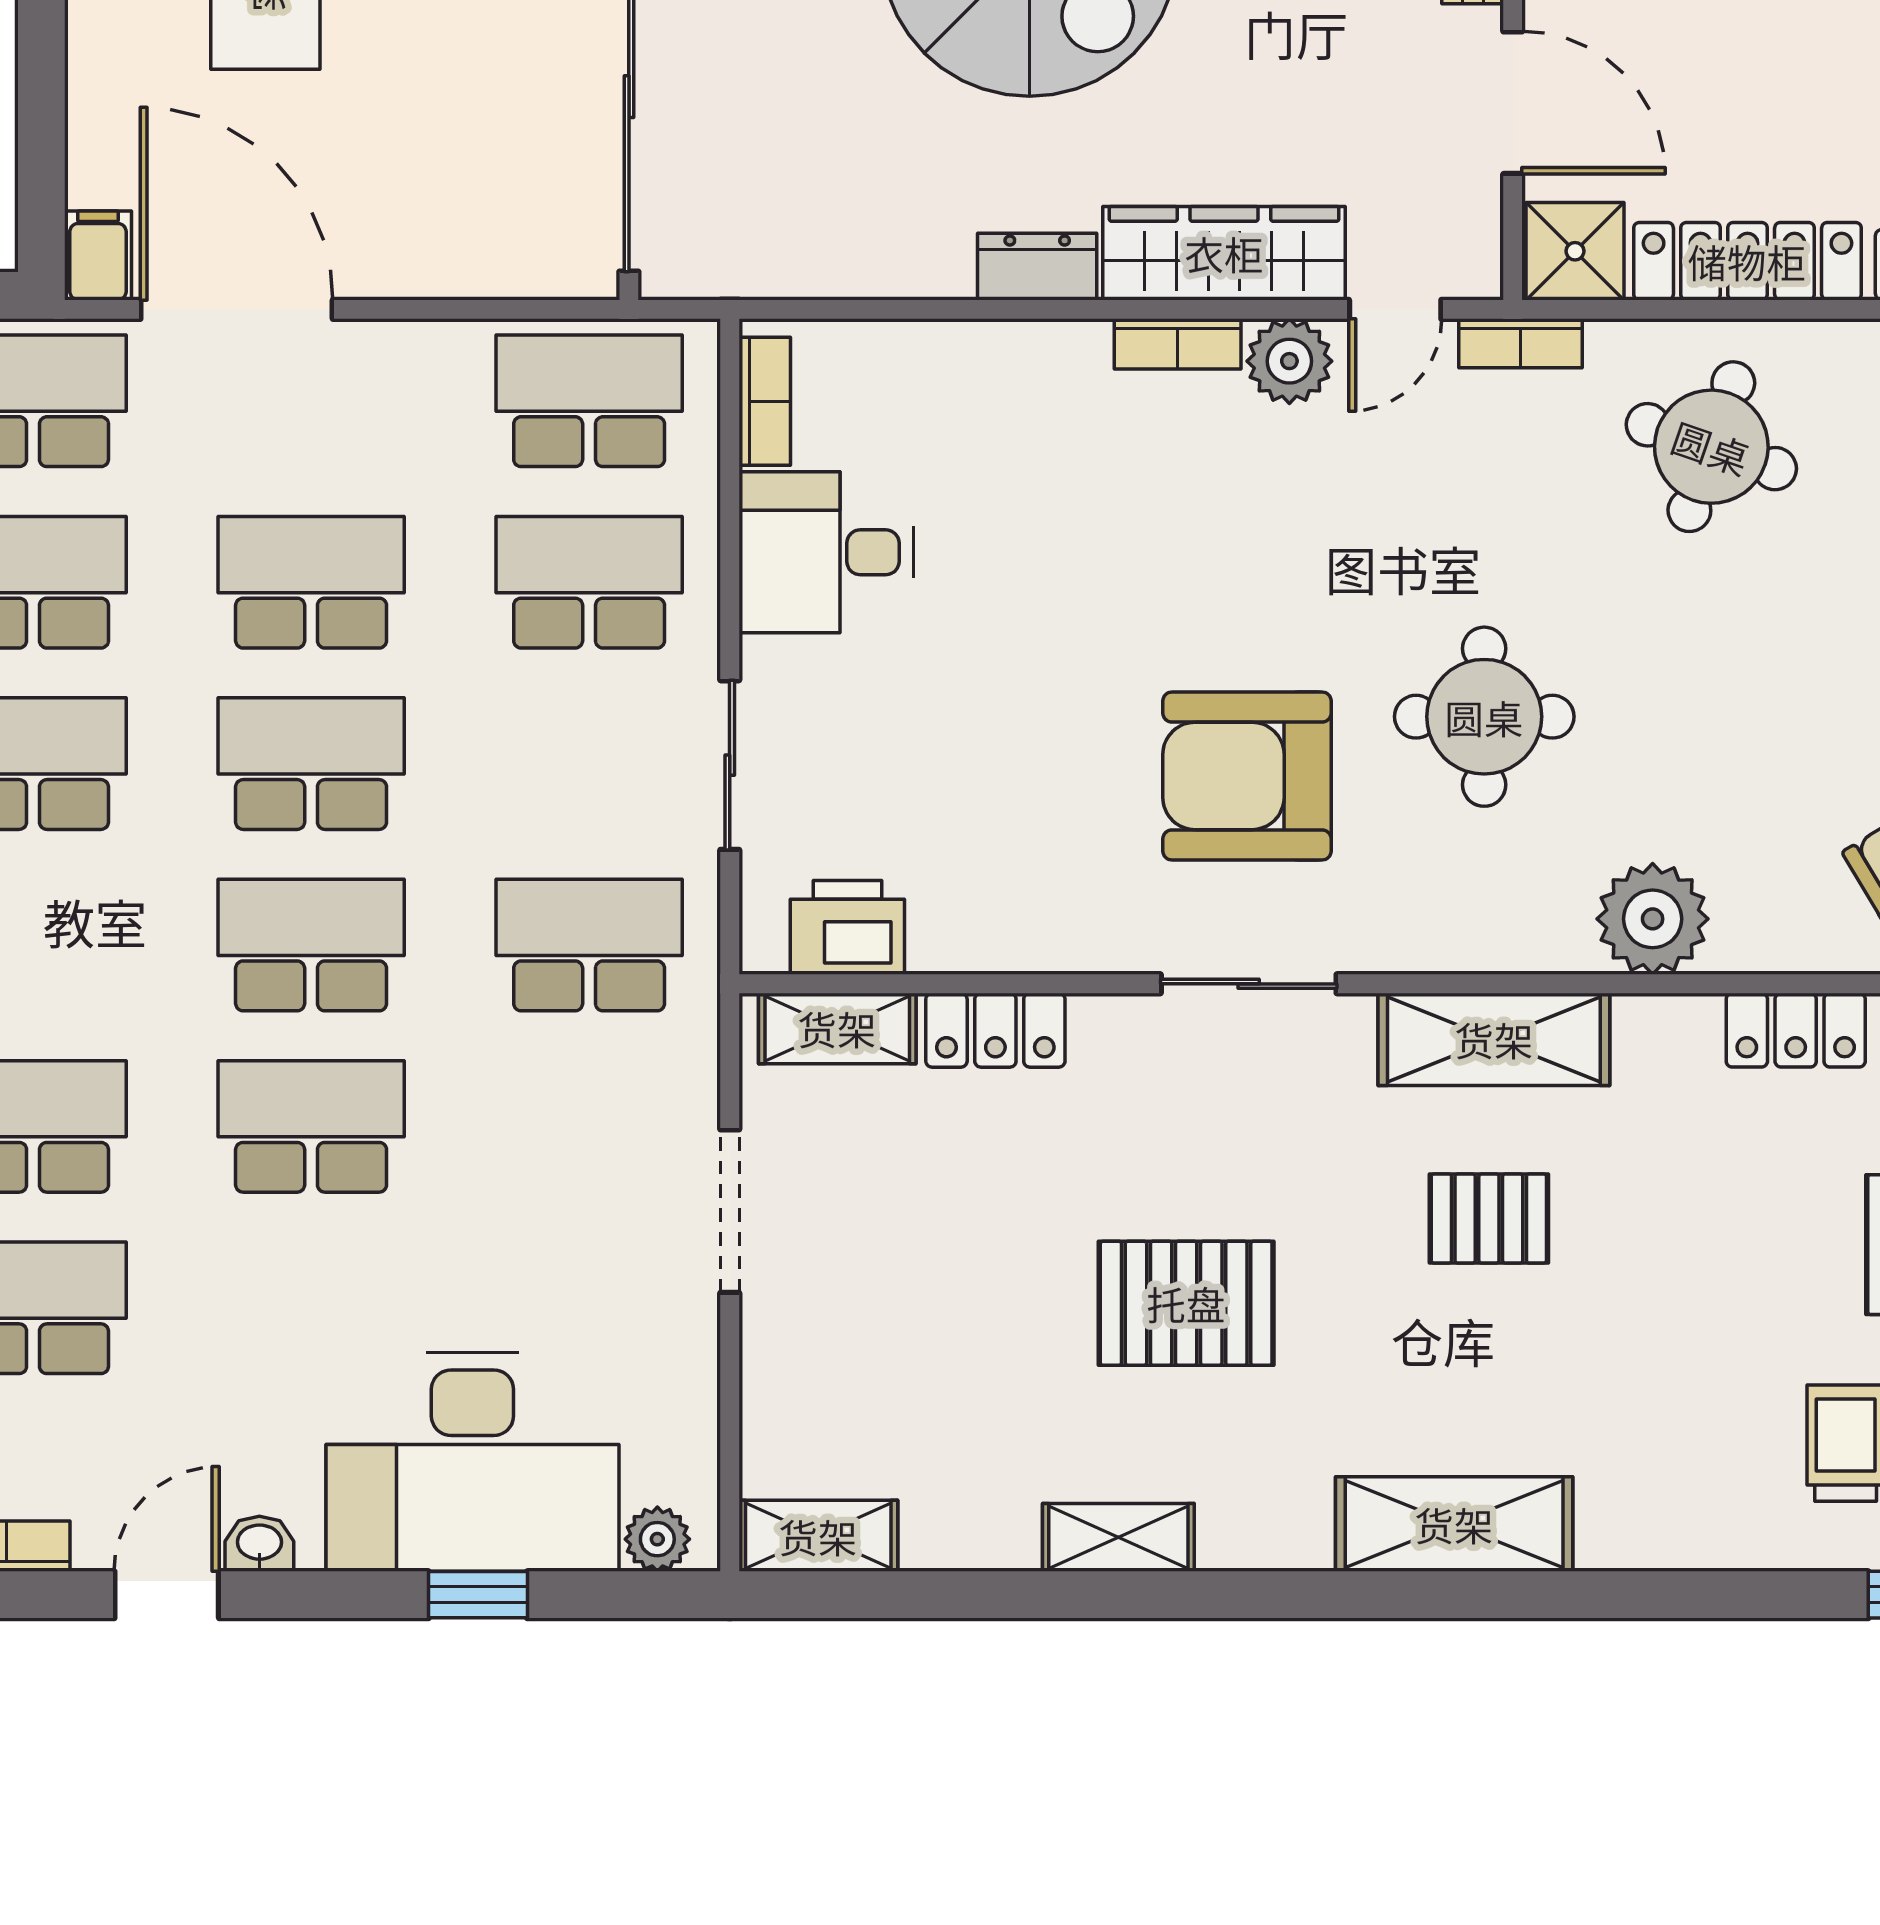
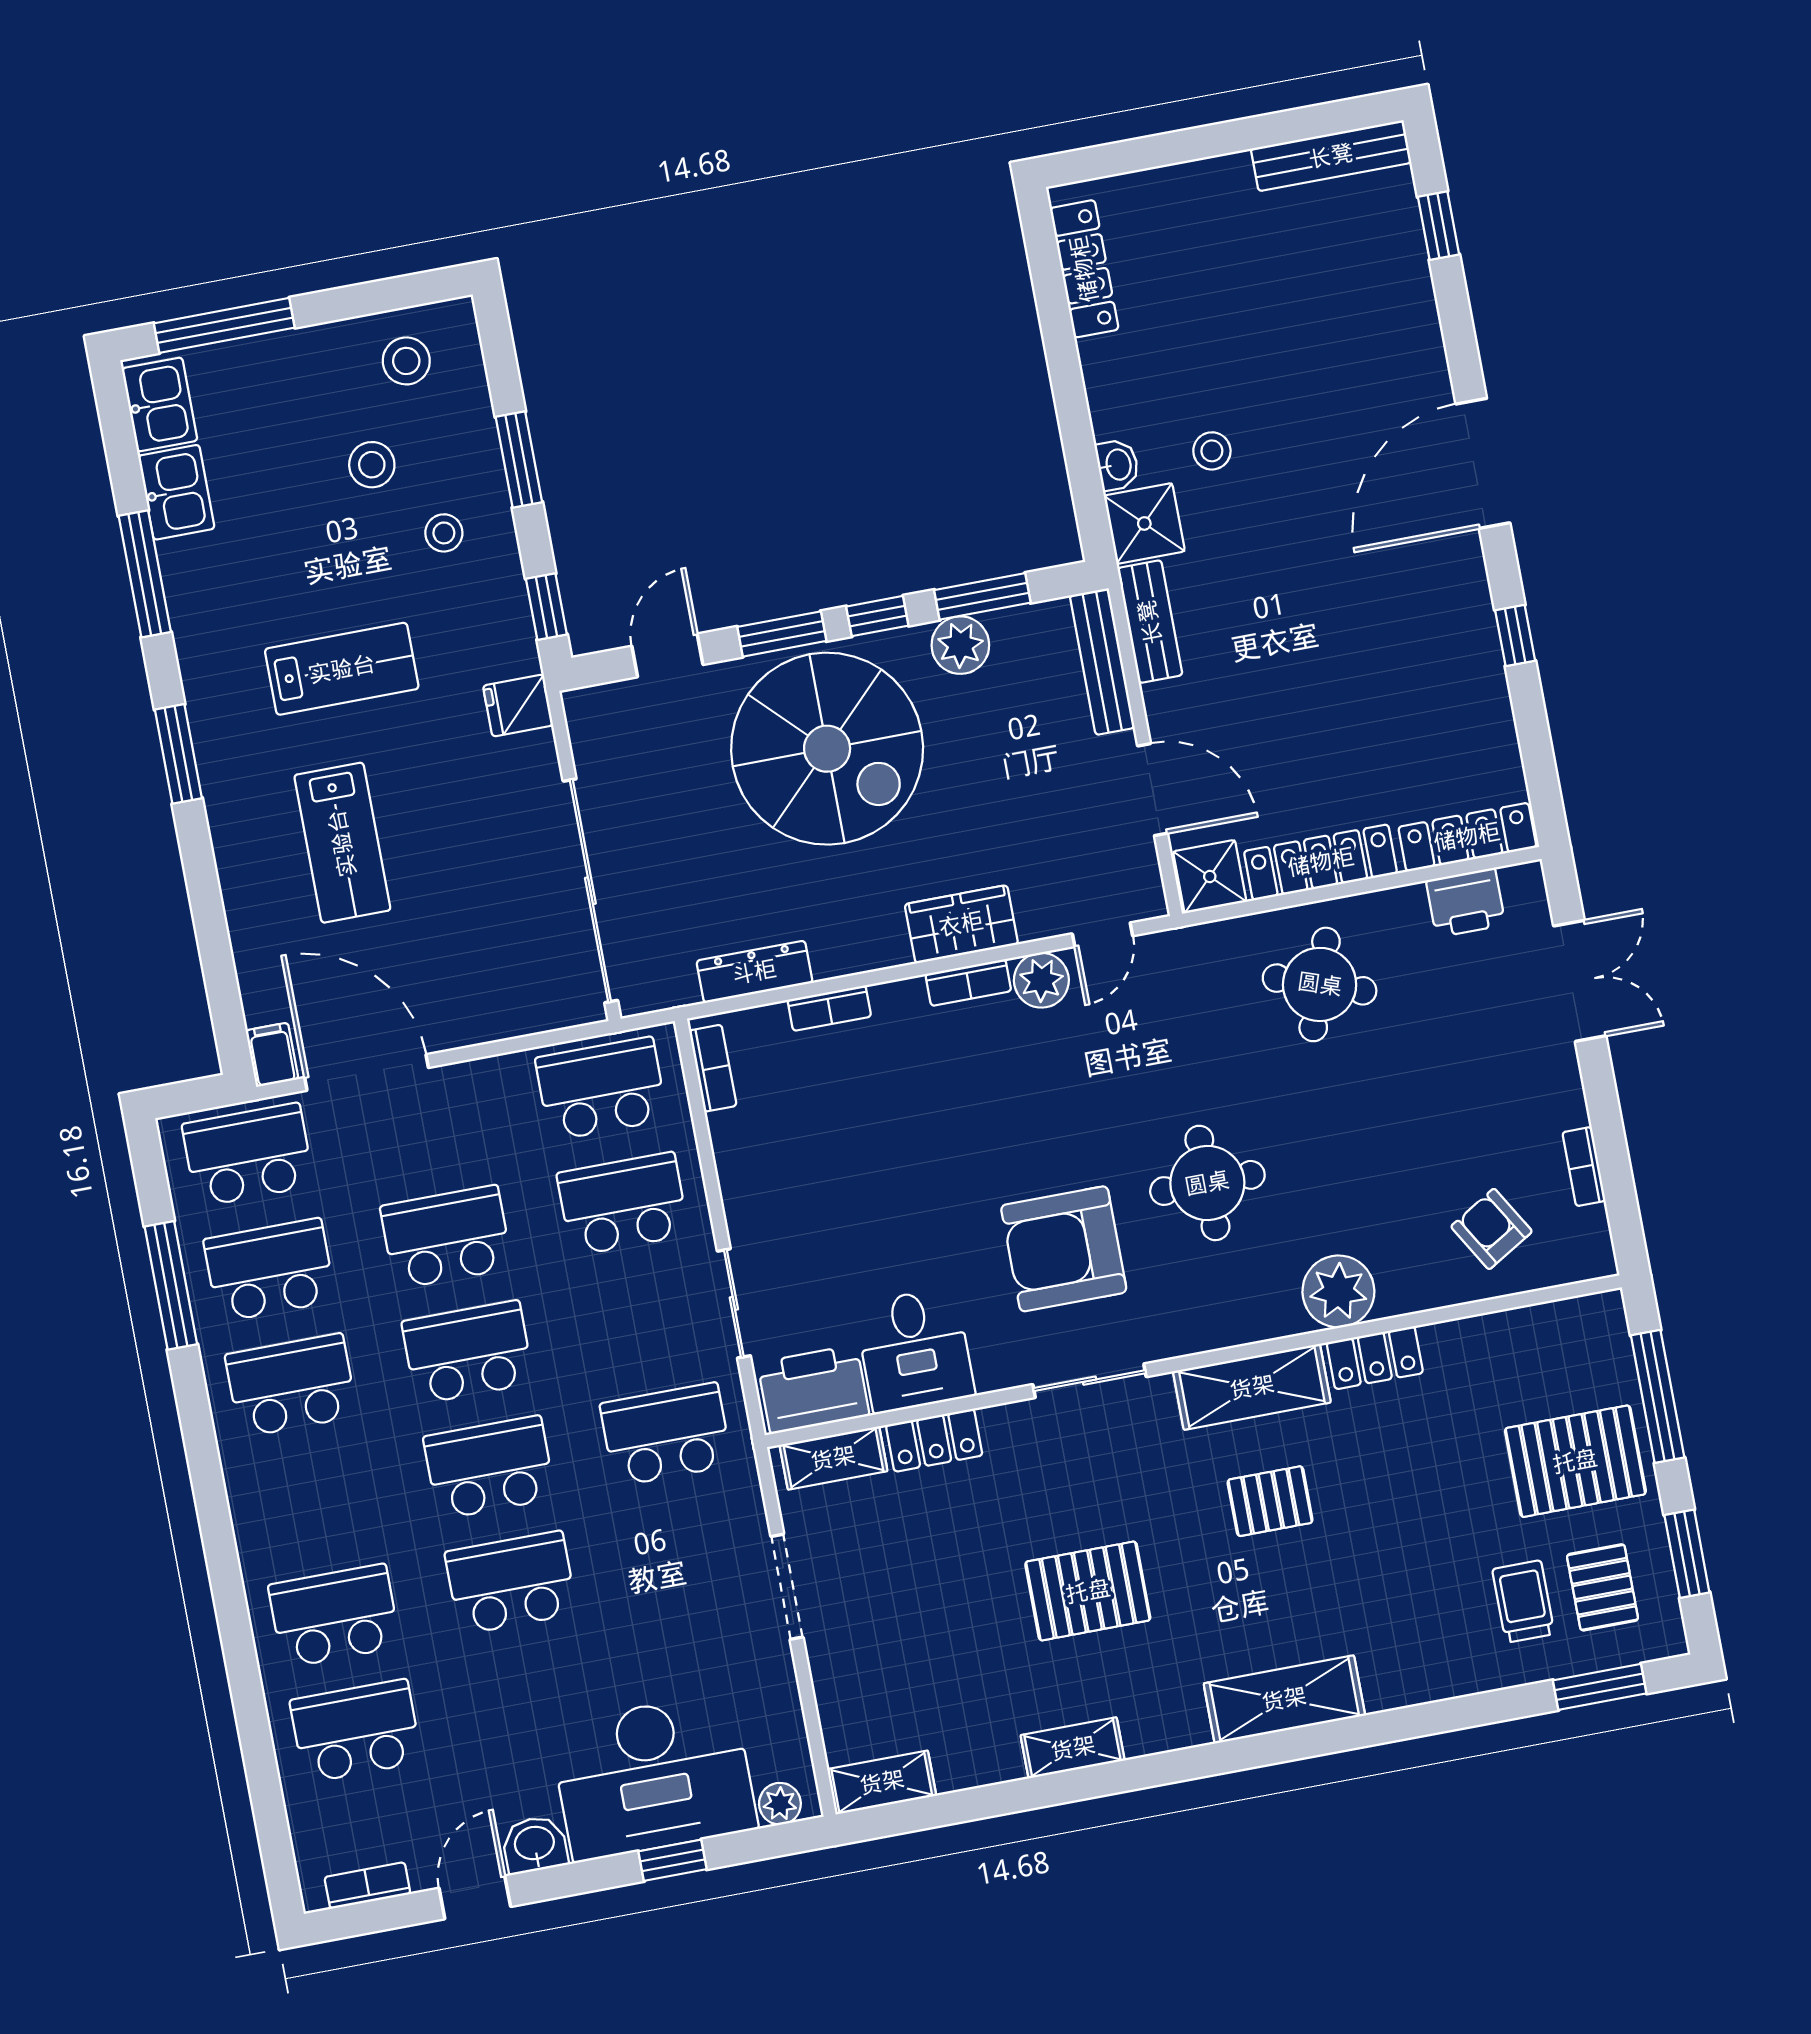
wardrobe: (1224, 253) -> (961, 924), width x0.67
dresser: (1037, 267) -> (754, 972), moved, width x1.44
bookcase: (1520, 343) -> (829, 1008), moved
desk: (826, 552) -> (915, 1350), moved, turned -90
printer: (847, 927) -> (813, 1389), width x1.37, depth x1.19
locker: (1796, 1030) -> (1375, 1358), moved
washbasin: (259, 1544) -> (535, 1845), width x1.38, depth x1.45

